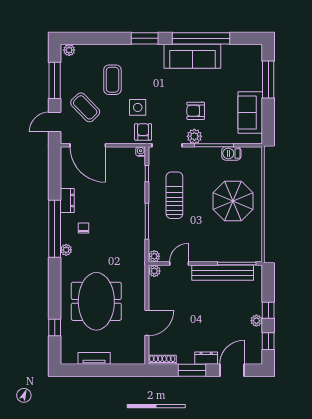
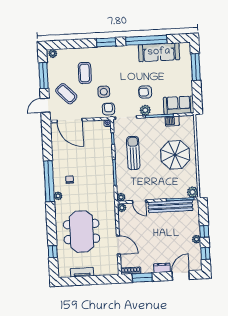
sofa: (192, 56) -> (159, 52), moved
sofa: (250, 113) -> (179, 105), moved, turned 90
dresser: (67, 200) -> (57, 161), removed
plant: (255, 254) -> (193, 192), added
door: (179, 264) -> (139, 201), swing flipped
door: (147, 323) -> (118, 245), hinge flipped
window: (192, 370) -> (142, 278), moved

